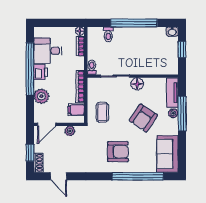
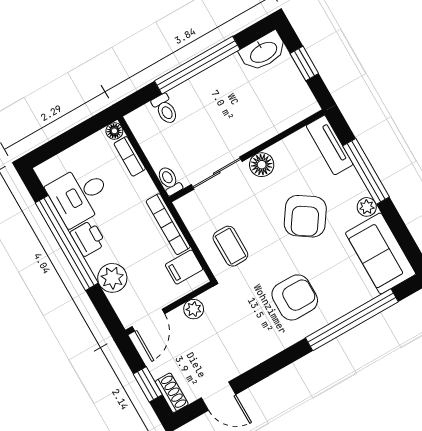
washbasin: (172, 32) -> (263, 52), width x1.91, depth x1.45
plant: (173, 113) -> (367, 207), moved

